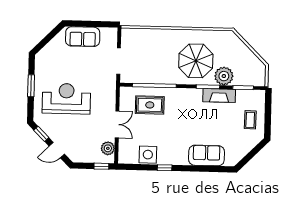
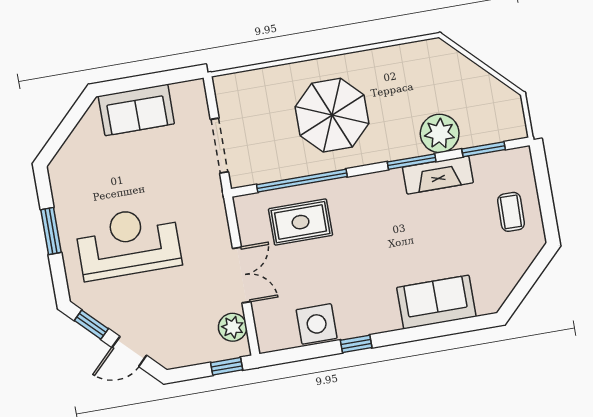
parasol: (196, 61) -> (332, 115), moved

